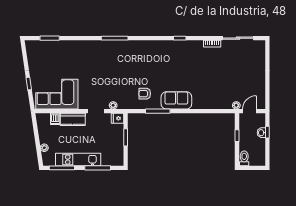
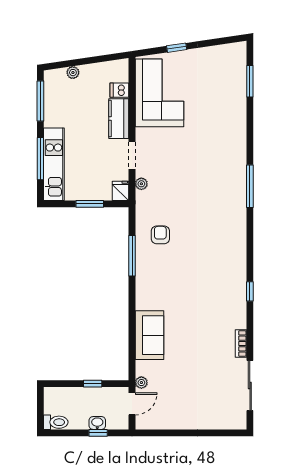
sofa: (176, 100) -> (149, 335), moved
door: (249, 111) -> (132, 404), hinge flipped
toilet: (244, 158) -> (56, 422), moved
kitchen unit: (78, 160) -> (54, 164), moved

